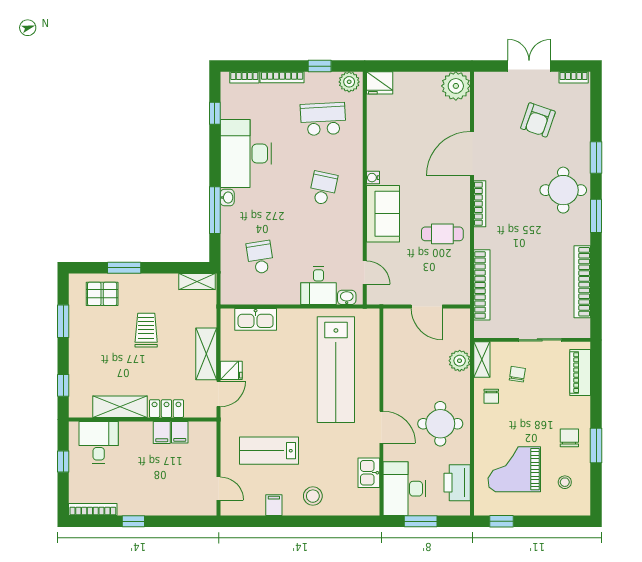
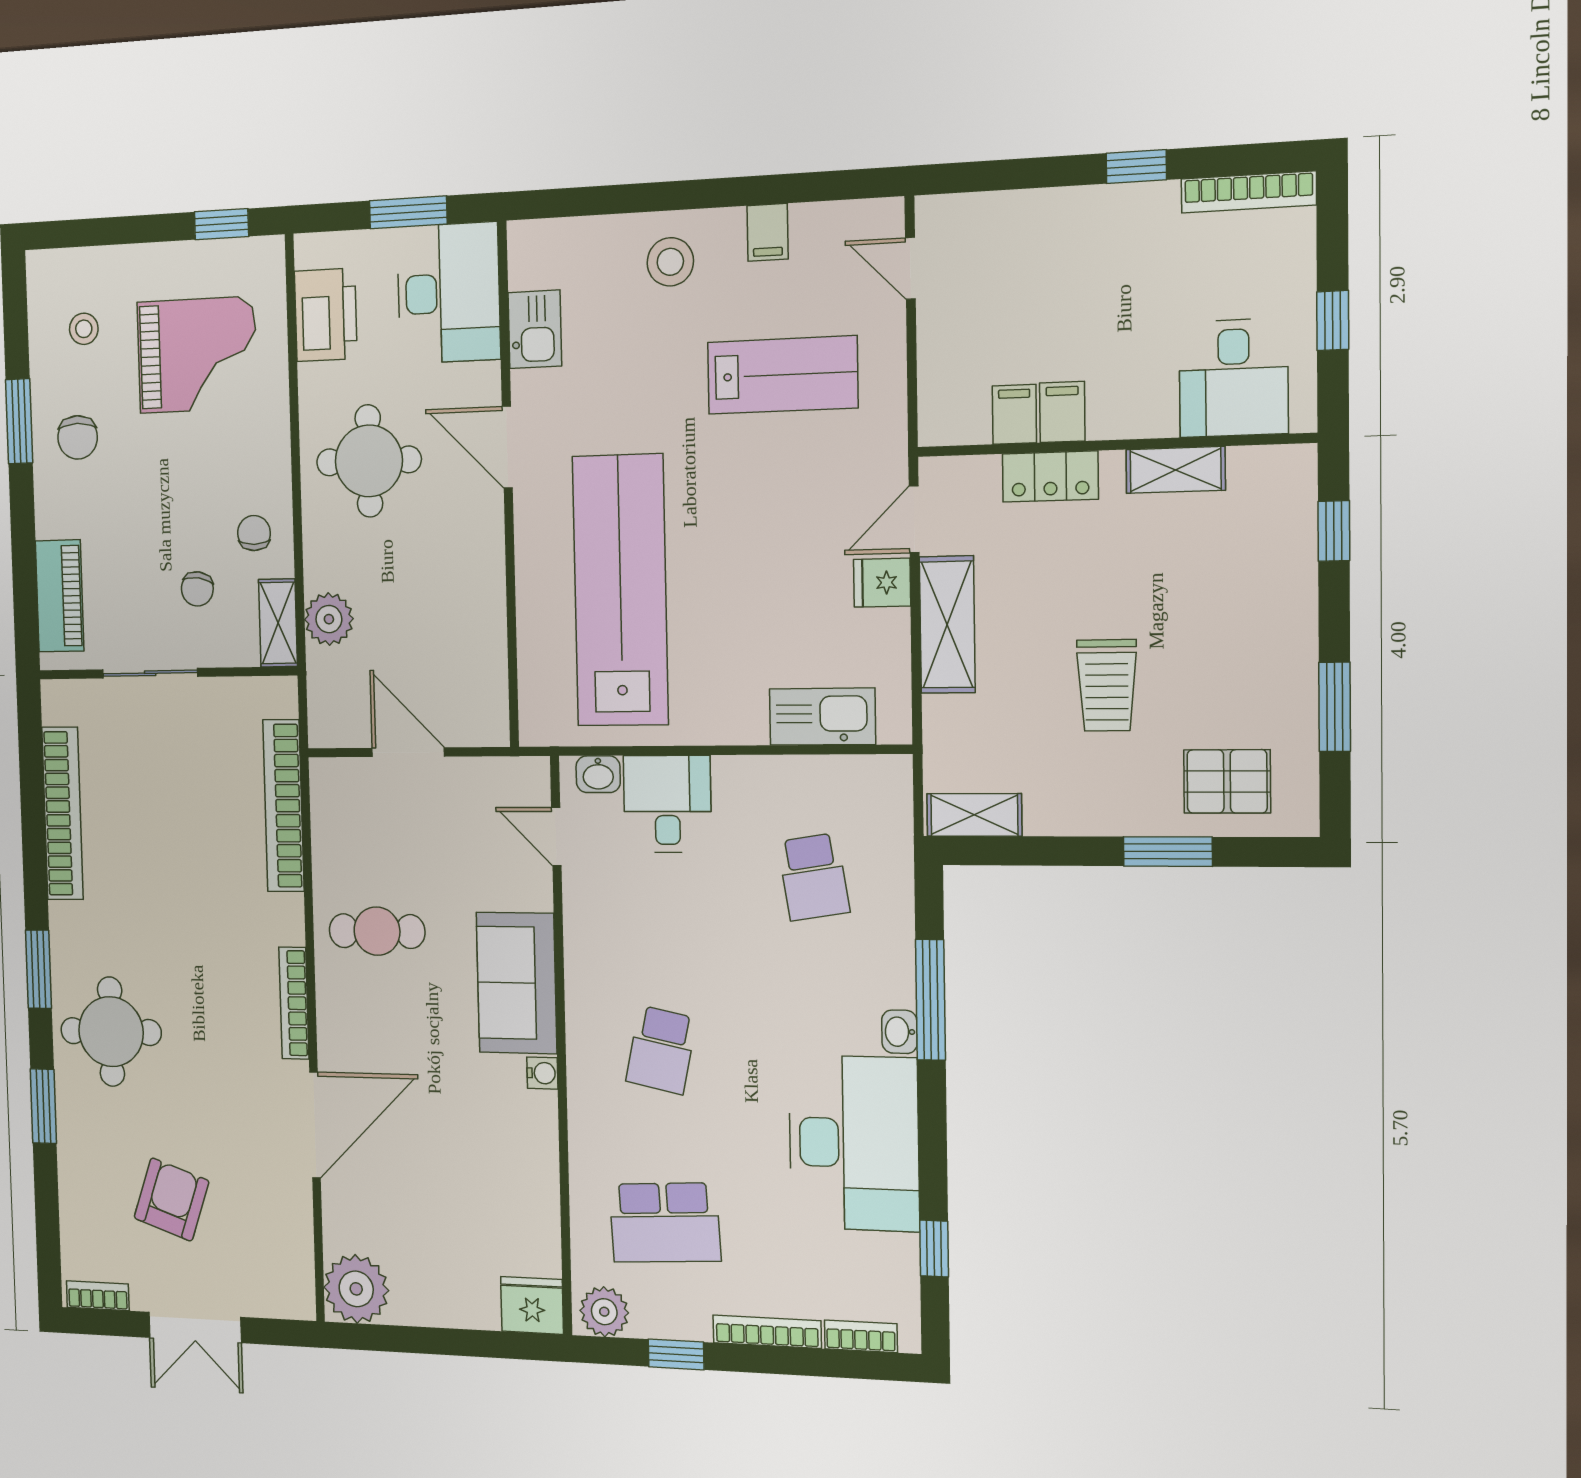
shelving: (120, 407) -> (1176, 470), width x0.67, depth x0.75

